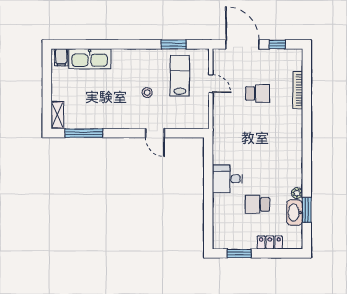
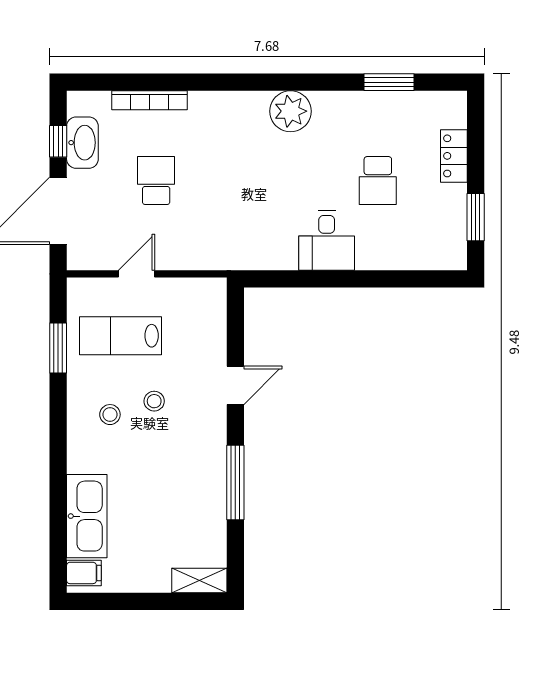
stool: (140, 70) -> (110, 415), added
window: (84, 133) -> (235, 483), moved
plant: (297, 193) -> (290, 111), moved, width x1.88, depth x1.88
washbasin: (295, 213) -> (82, 143), moved, turned -90

